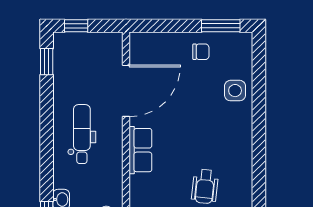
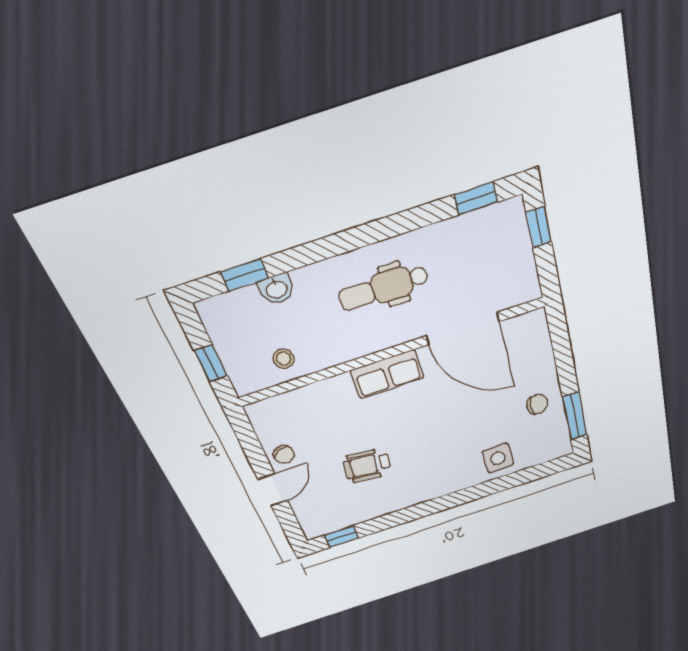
chair: (201, 52) -> (537, 404), turned -90
dental chair: (82, 134) -> (383, 288), turned 180

